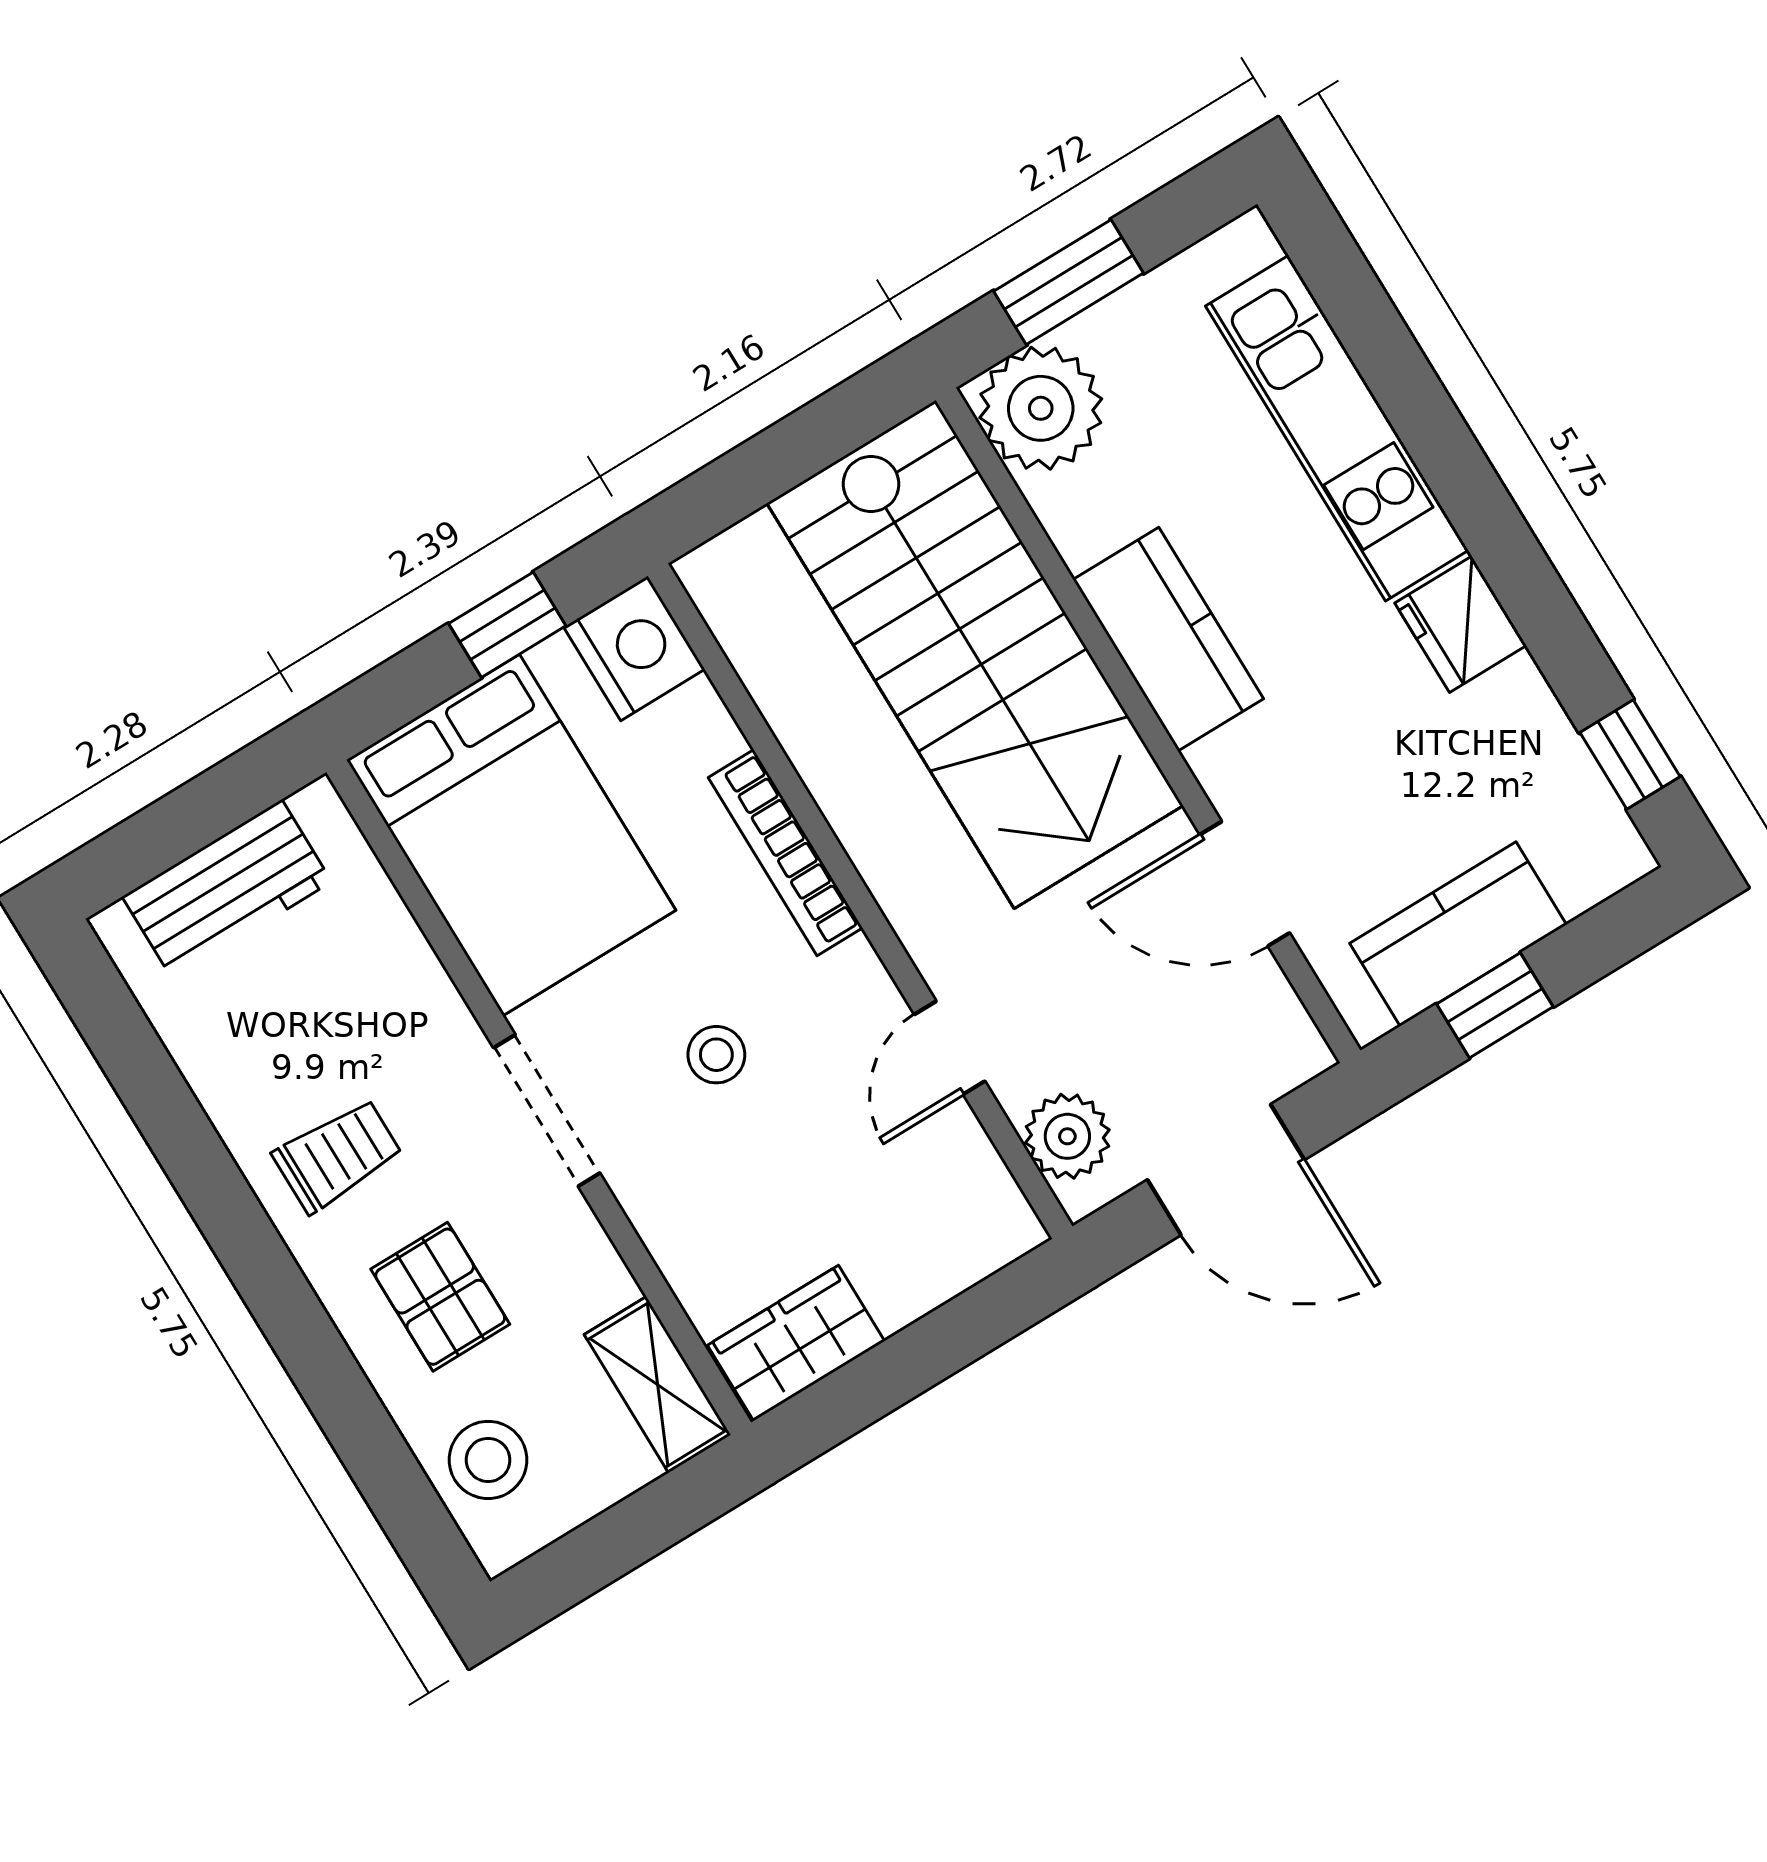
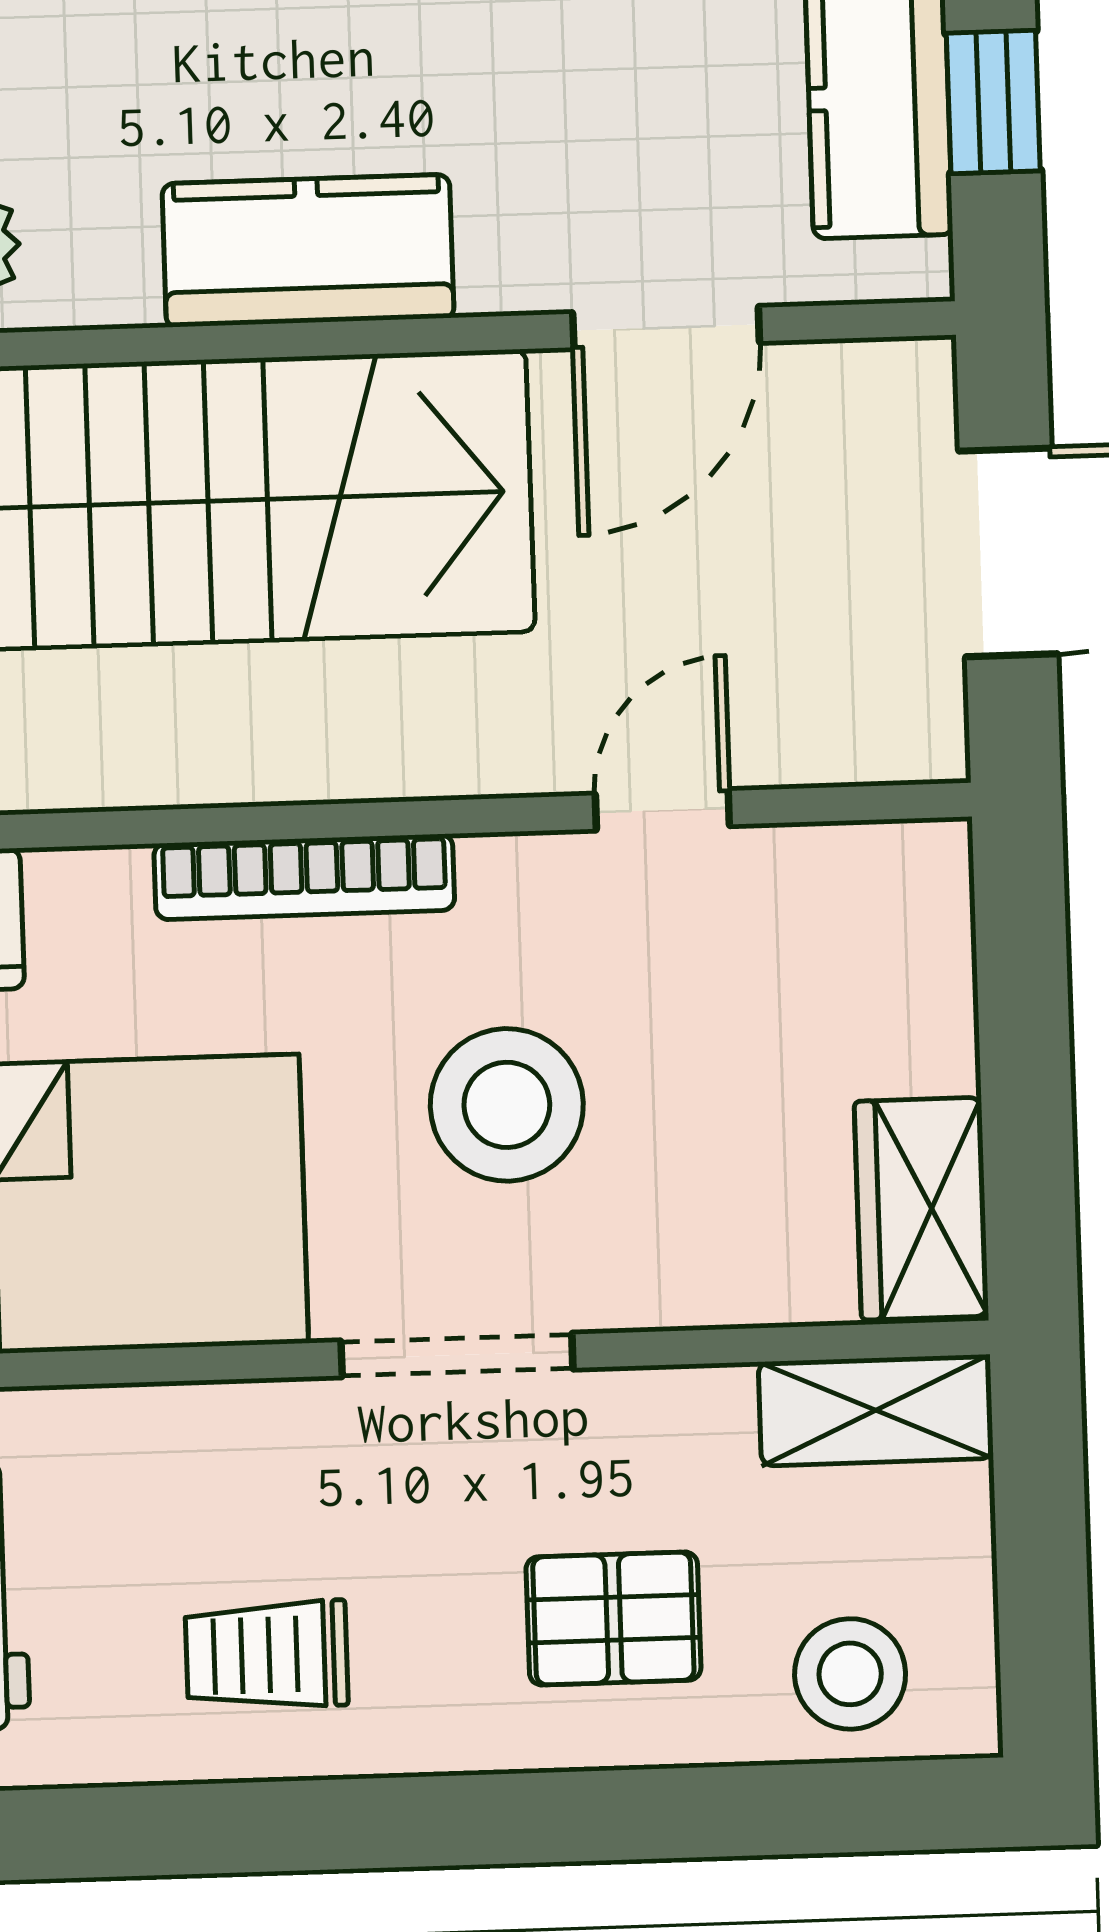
door: (950, 1048) -> (662, 810), swing flipped
stool: (716, 1055) -> (507, 1105), width x1.89, depth x1.89
plant: (1067, 1136) -> (855, 726), removed
trolley: (337, 1155) -> (267, 1655), moved, turned -90

